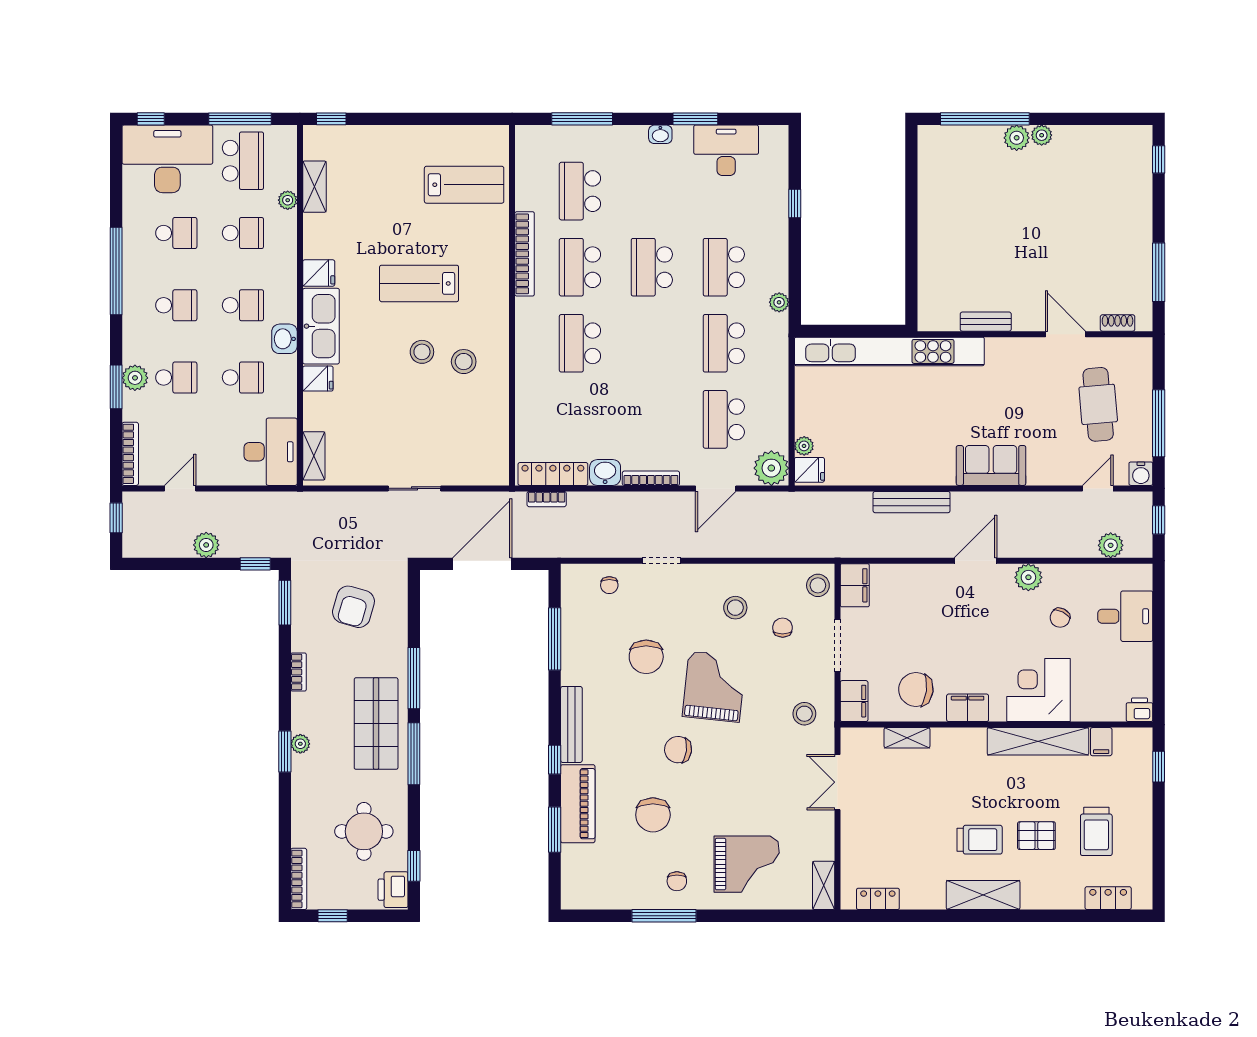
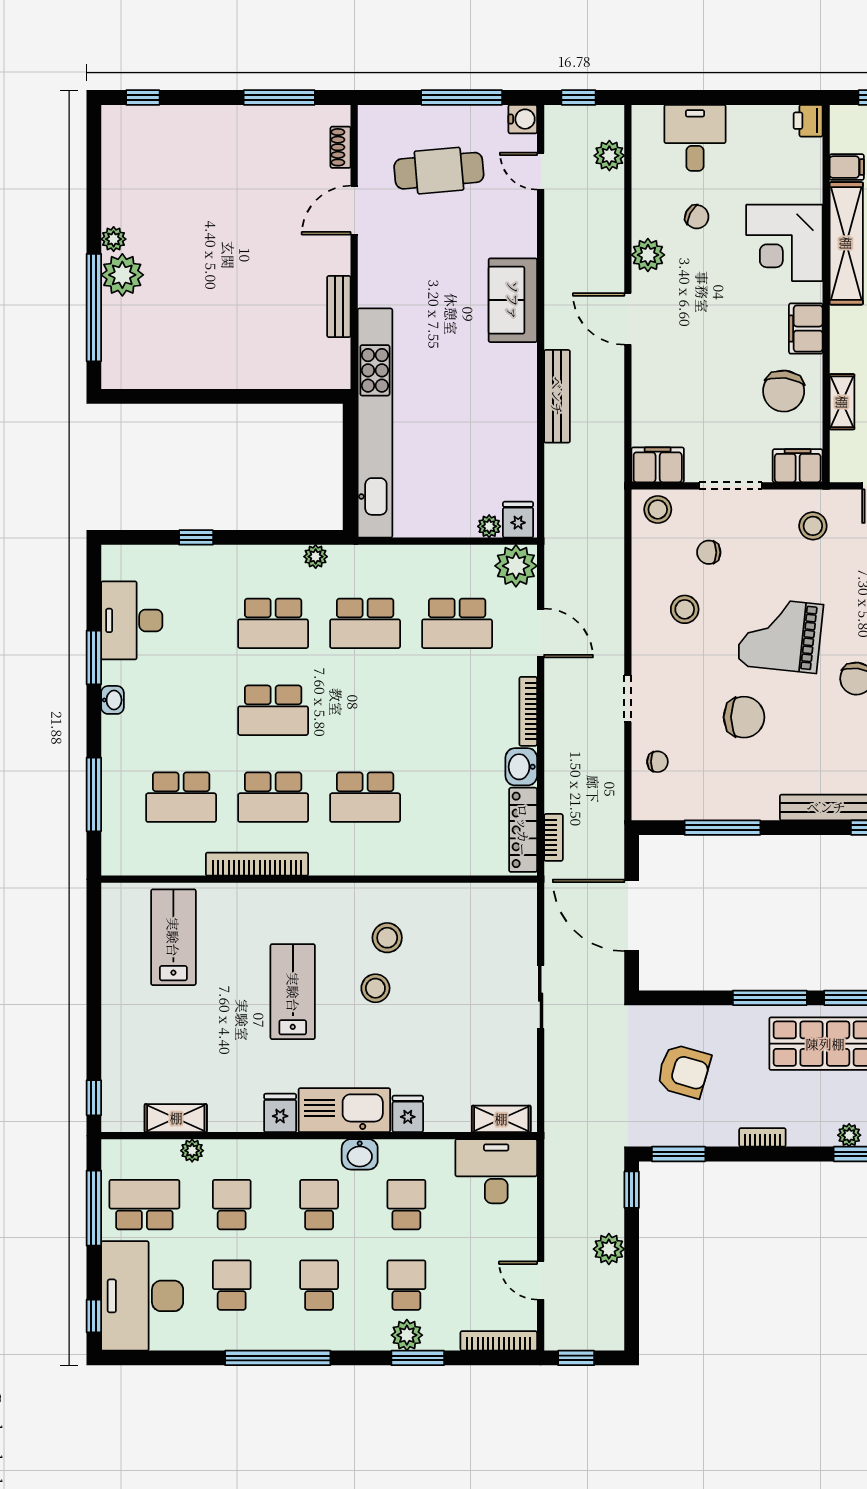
plant: (1017, 138) -> (122, 275), width x1.36, depth x1.36
lab bench: (419, 283) -> (293, 992), turned 180

